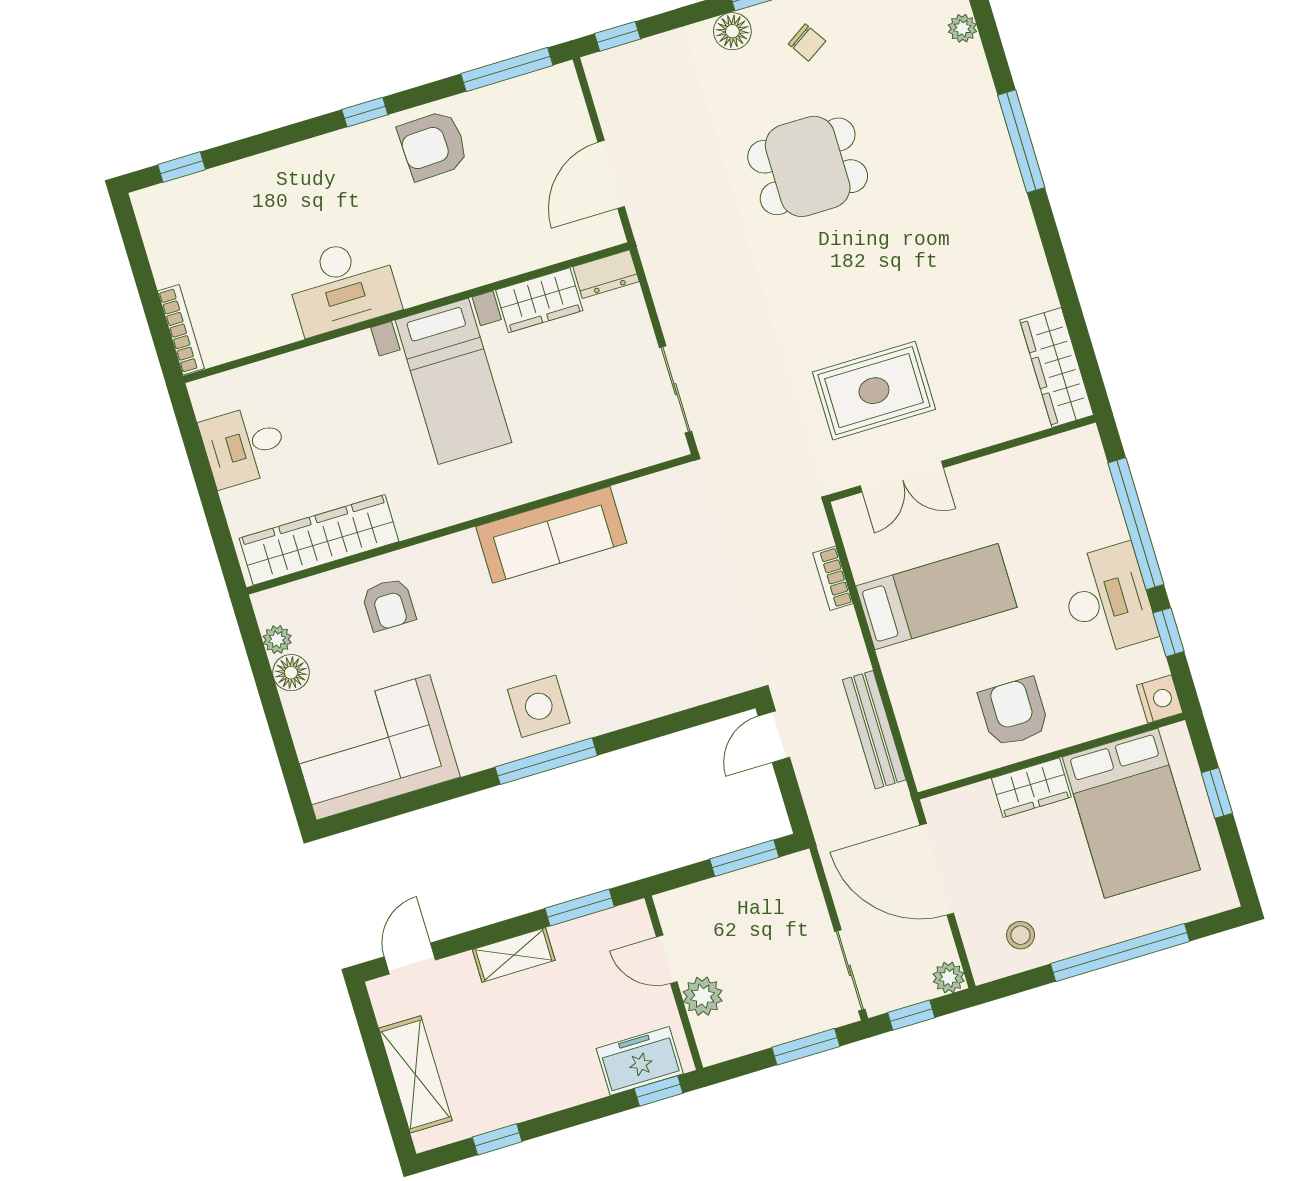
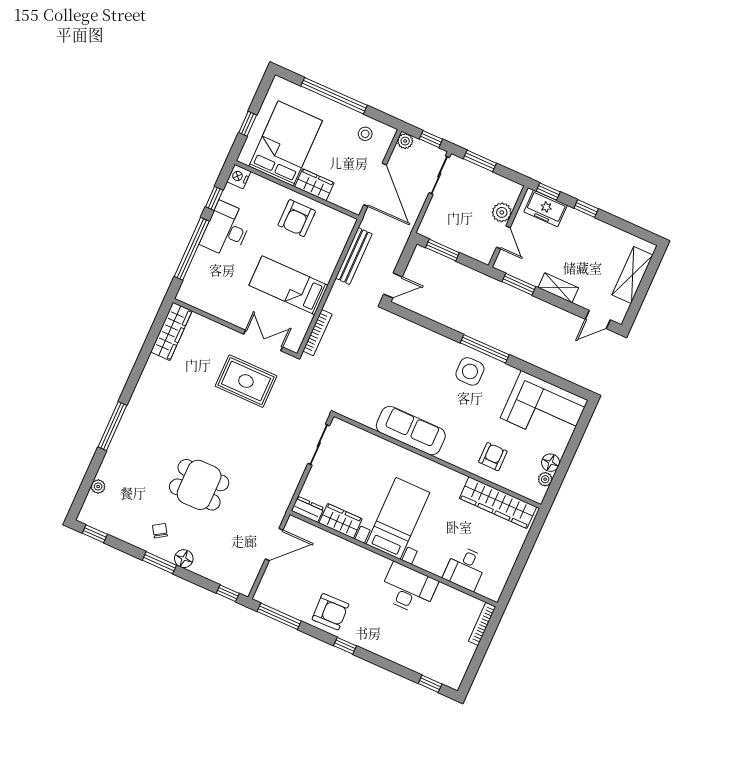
desk: (244, 446) -> (465, 568), moved, turned 90
bookcase: (833, 578) -> (317, 333), width x1.56
window: (497, 1139) -> (586, 209), moved

